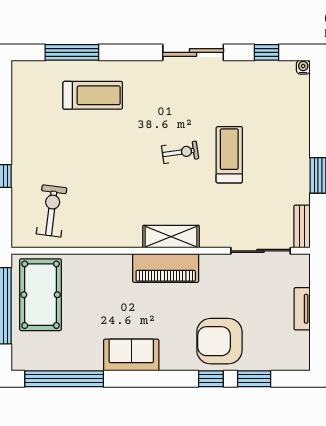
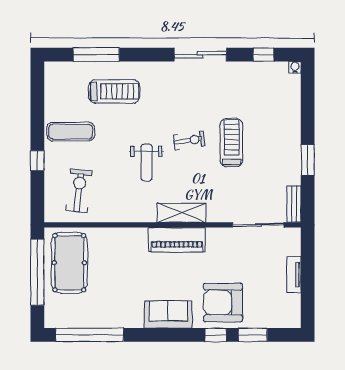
exercise mat: (42, 142) -> (71, 132), added
weight bench: (130, 178) -> (147, 162), added
sofa: (131, 355) -> (168, 315), moved

